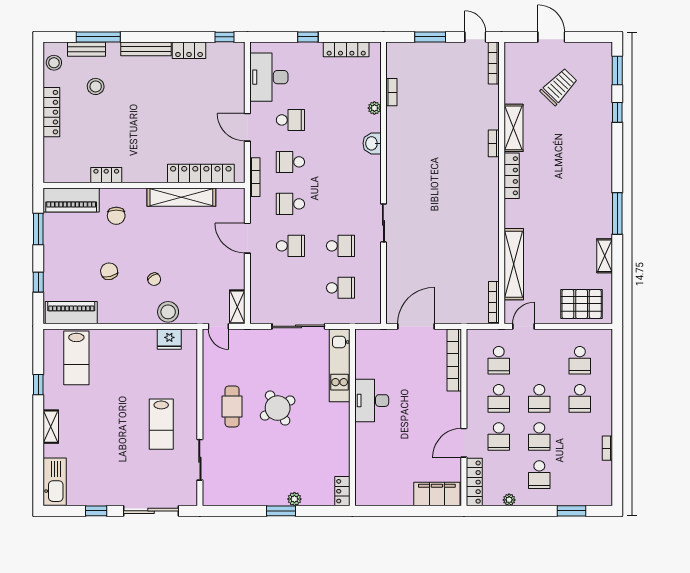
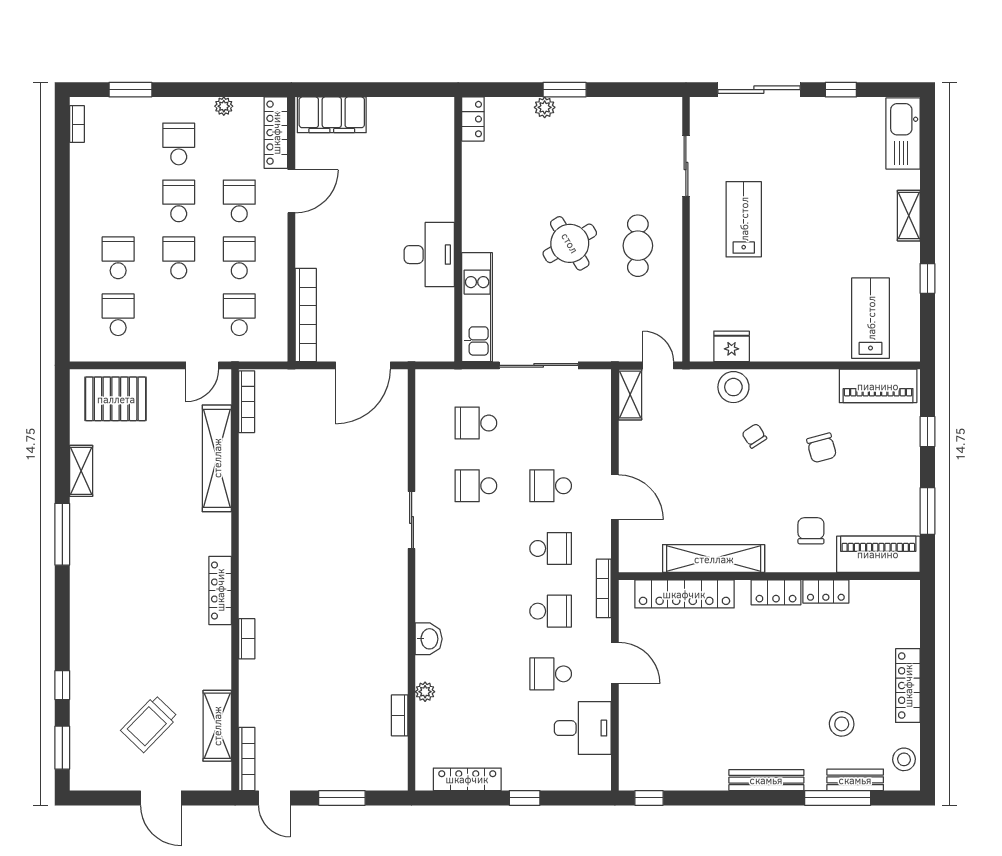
locker: (189, 50) -> (776, 592), moved, turned 180
desk: (269, 77) -> (583, 728), width x0.73
shelving: (513, 128) -> (217, 726), moved
bookcase: (607, 448) -> (77, 124), moved

